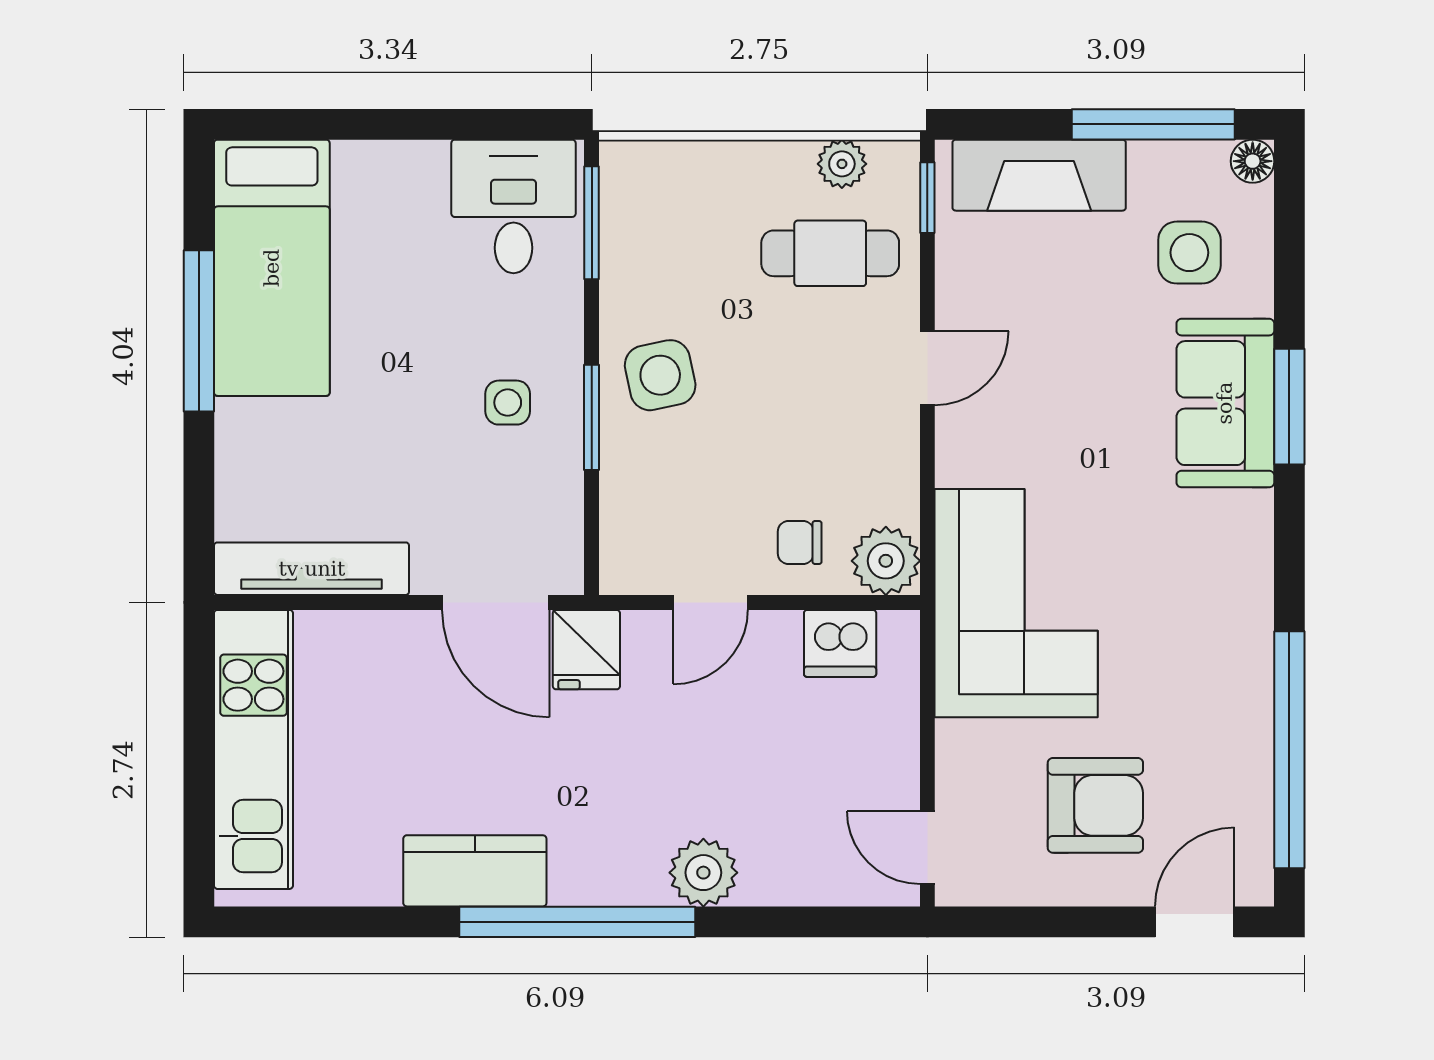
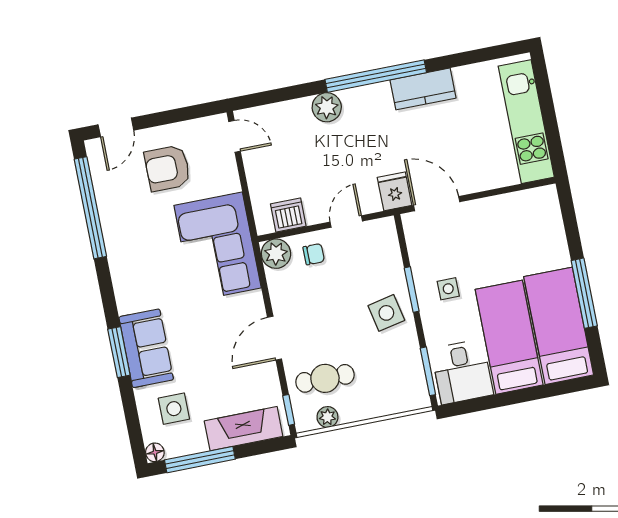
bed: (391, 264) -> (509, 337), added
door: (927, 368) -> (274, 338), width x1.38
tv unit: (312, 569) -> (517, 202), removed

